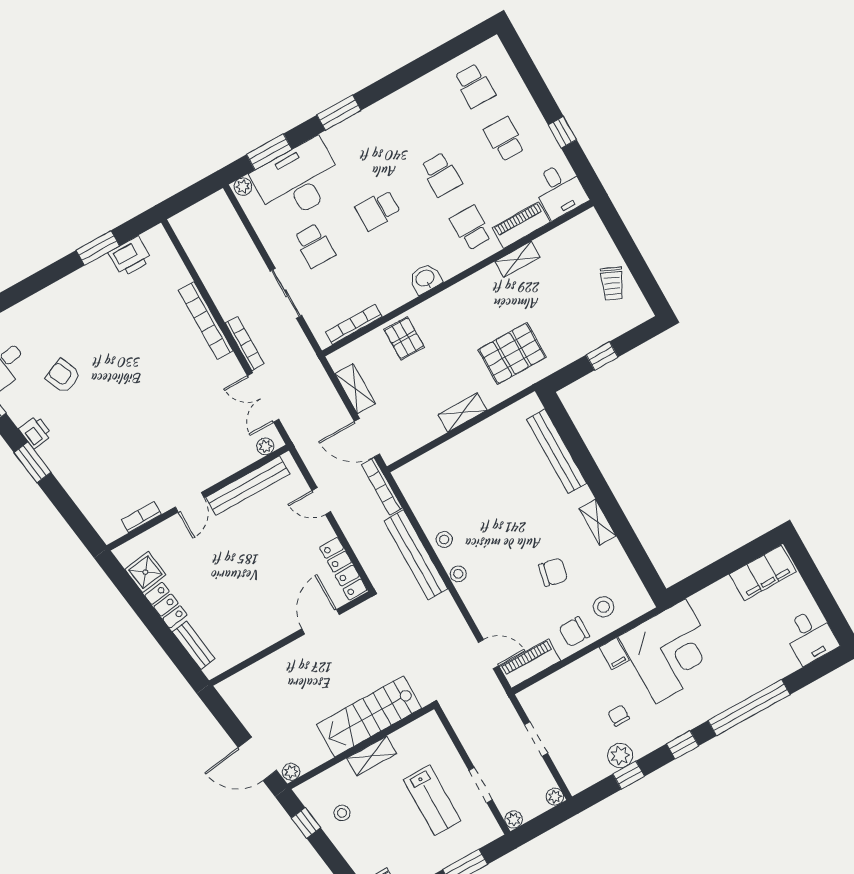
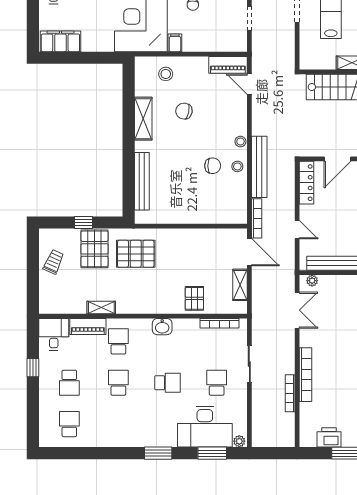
school desk: (471, 228) -> (118, 341), turned 180
pallet: (569, 330) -> (95, 249), added
bookcase: (245, 343) -> (290, 393), moved
shelving: (463, 412) -> (184, 235), removed
shelving: (598, 522) -> (143, 119), width x1.50, depth x1.33
chair: (574, 632) -> (213, 166), moved

